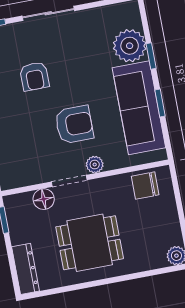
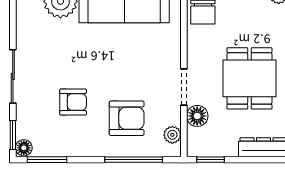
armchair: (74, 125) -> (127, 118), moved, turned 90
plant: (95, 165) -> (172, 135), moved

